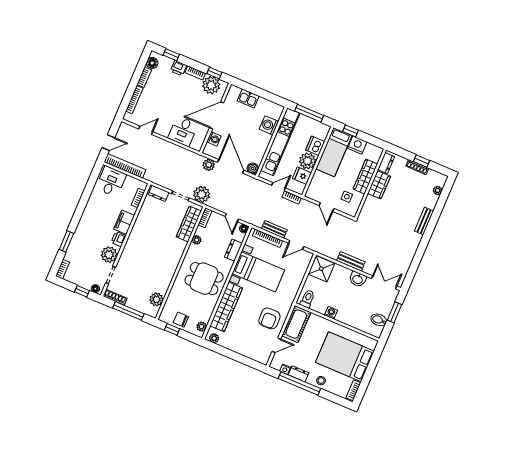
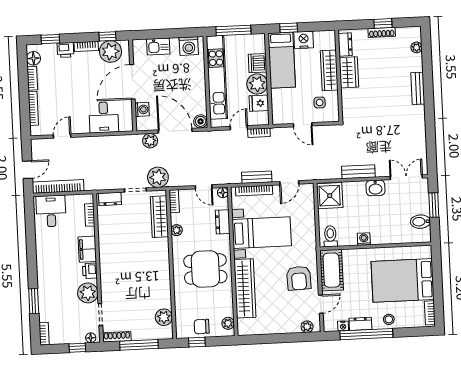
washing machine: (269, 125) -> (189, 46), moved, turned -90
plant: (214, 338) -> (307, 327), moved

